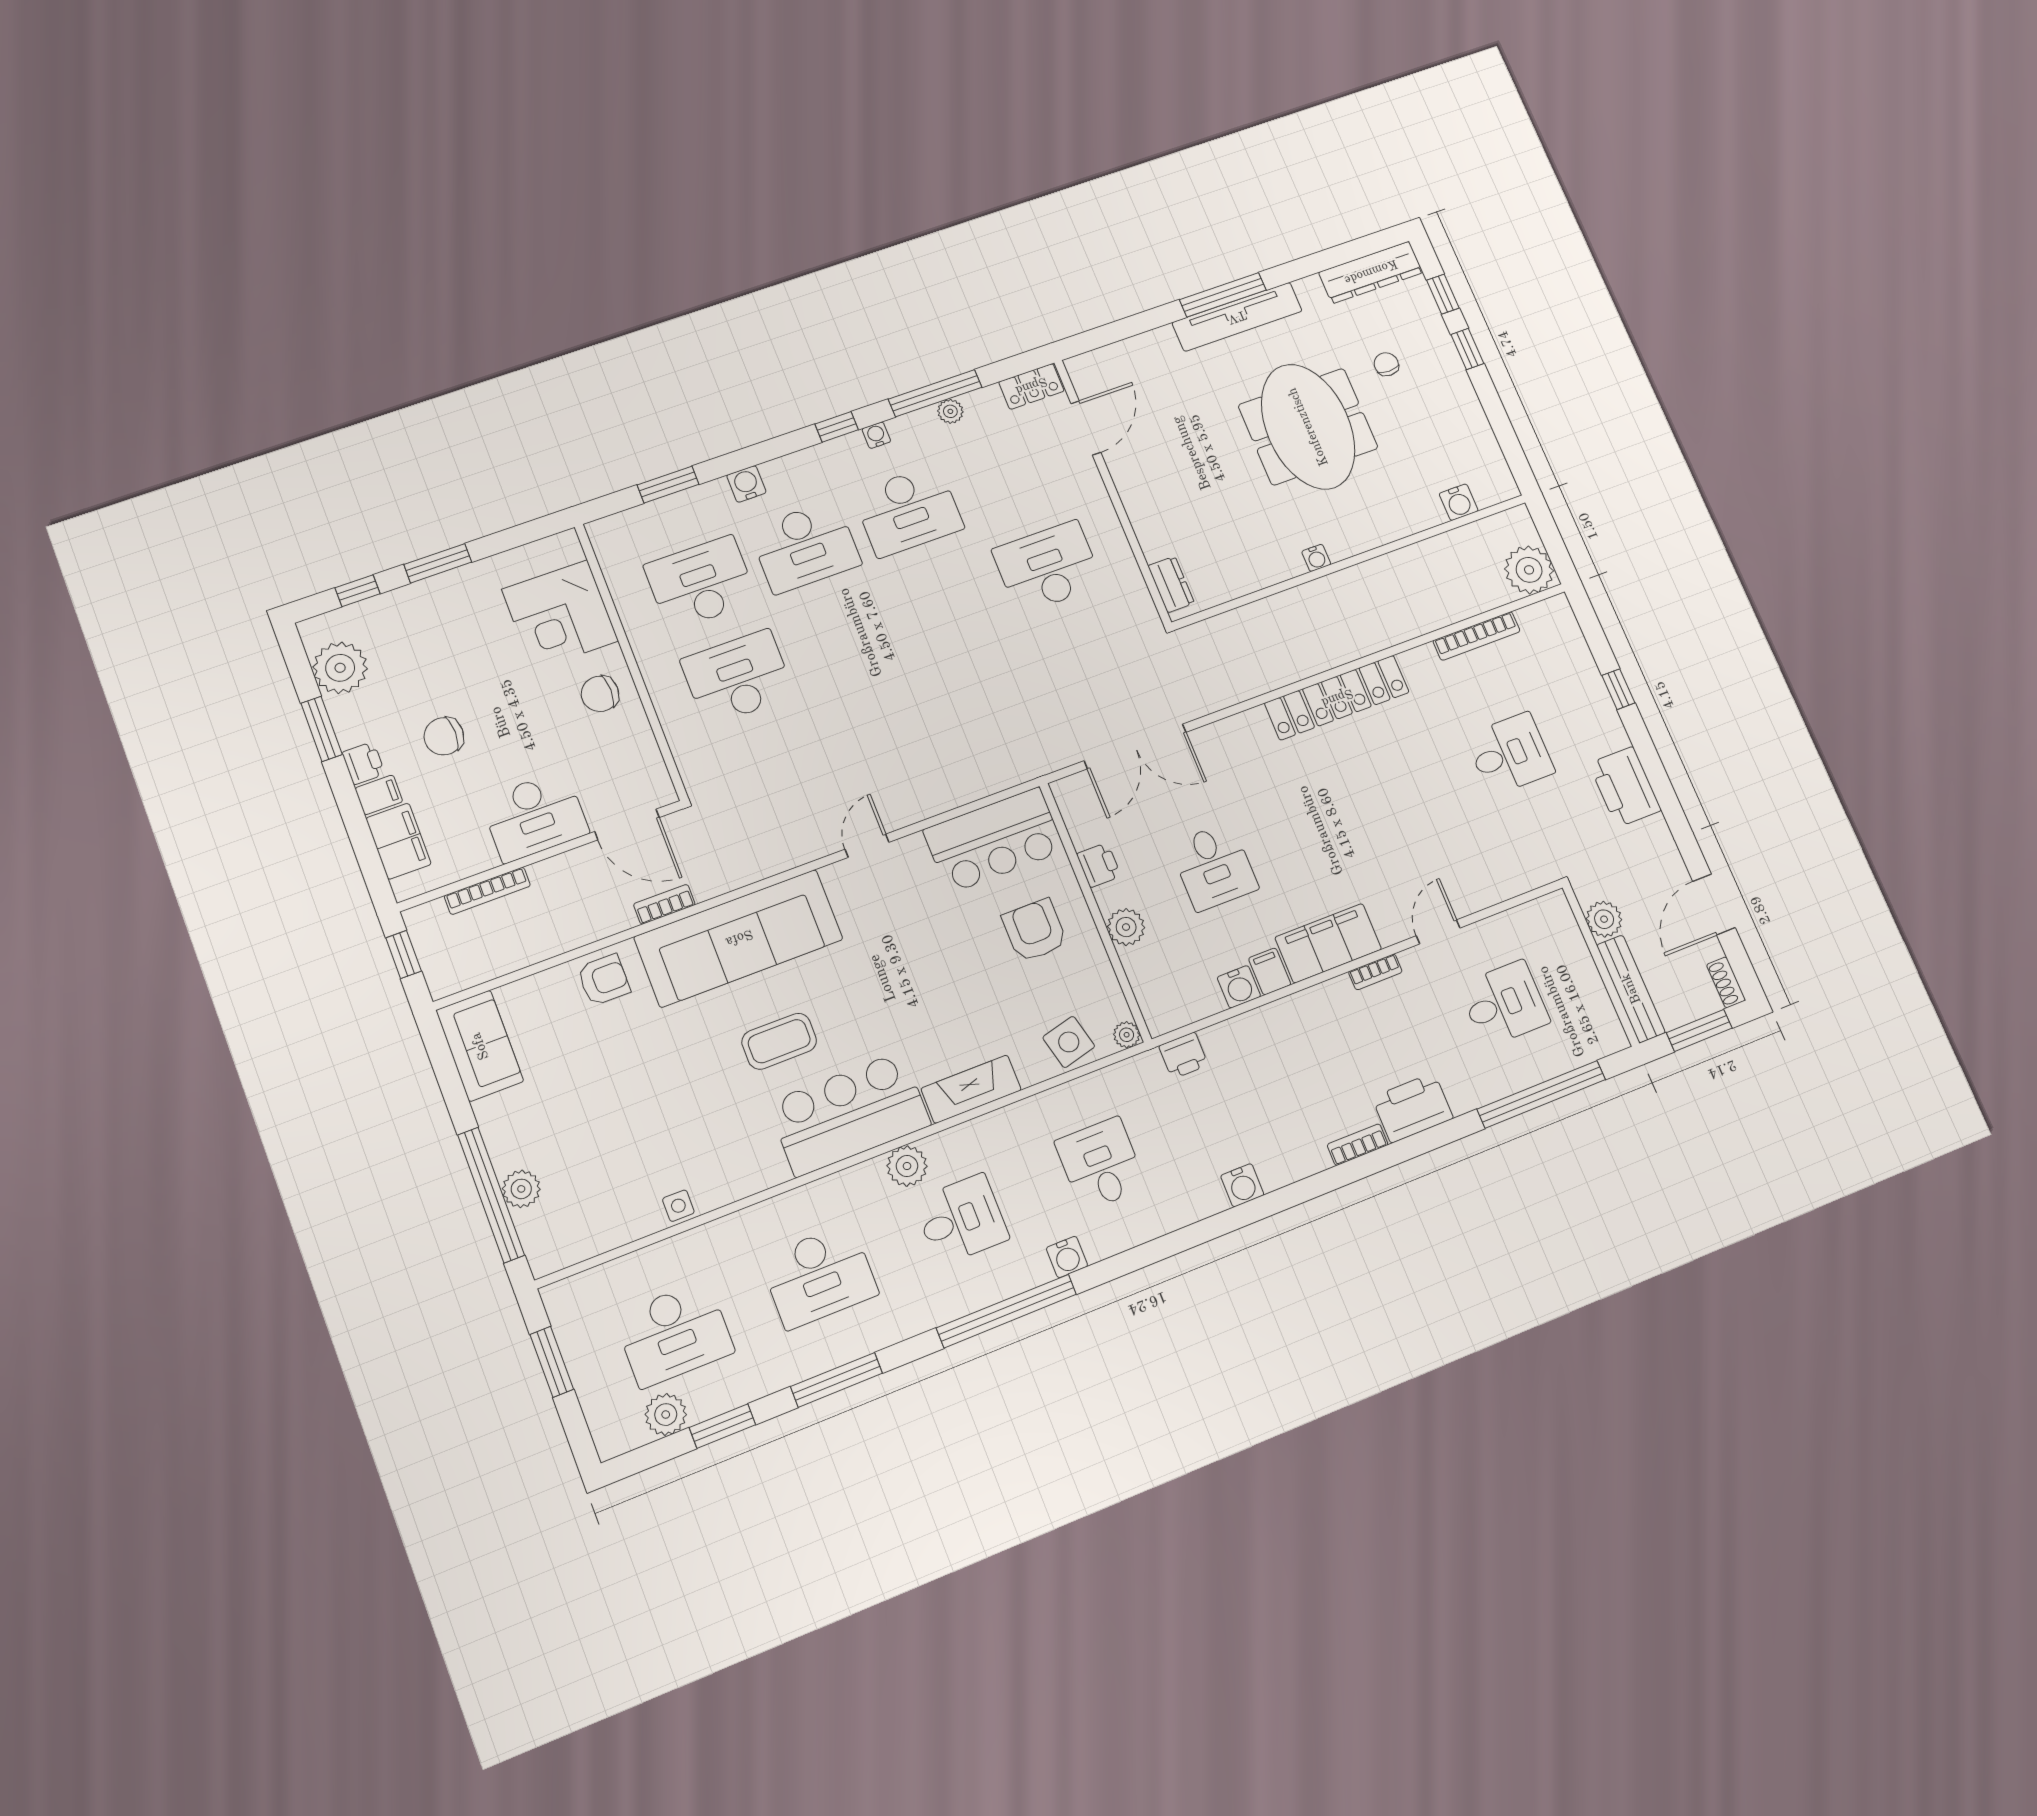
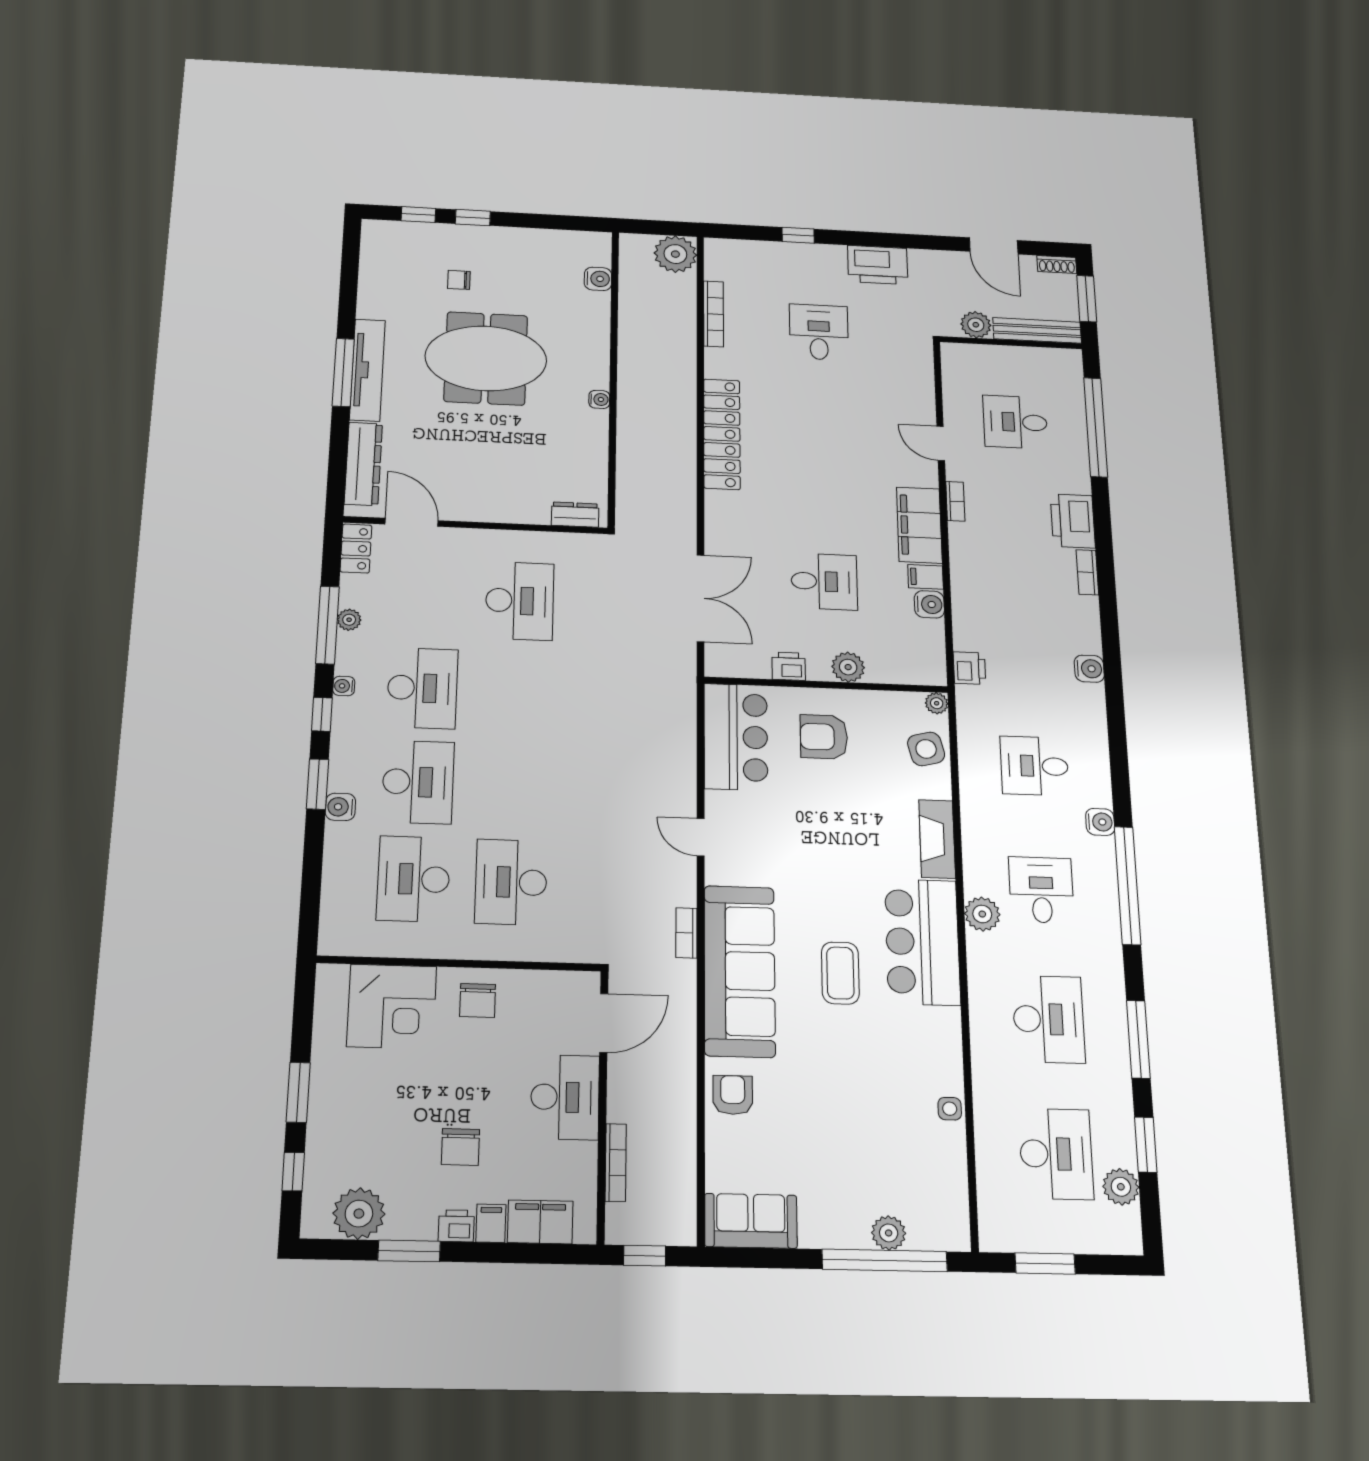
dresser: (1371, 272) -> (363, 464), moved
window: (668, 485) -> (317, 784), moved
desk: (1048, 567) -> (520, 601), turned 180
bookcase: (664, 904) -> (686, 933), moved
desk: (1504, 1004) -> (1015, 422), turned -90

